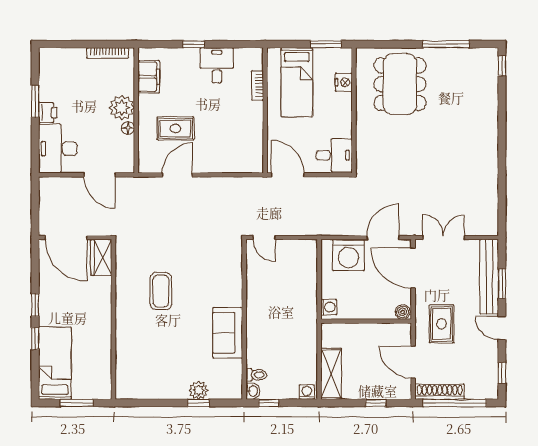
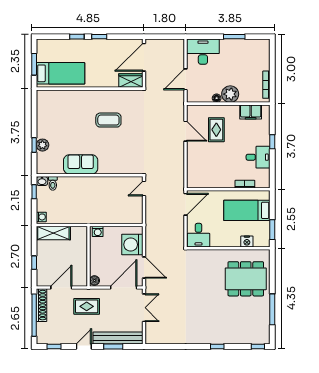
printer: (48, 113) -> (227, 45), removed
window: (502, 127) -> (217, 346), added
bed: (55, 363) -> (60, 73), moved

